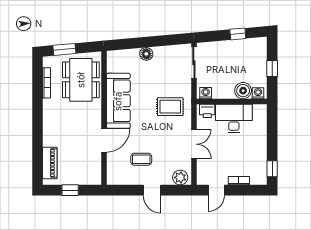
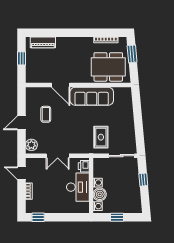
window: (238, 34) -> (143, 180), moved
floor lamp: (146, 54) -> (129, 118), removed
washing machine: (206, 93) -> (98, 183), moved
rug: (170, 107) -> (101, 137), moved

